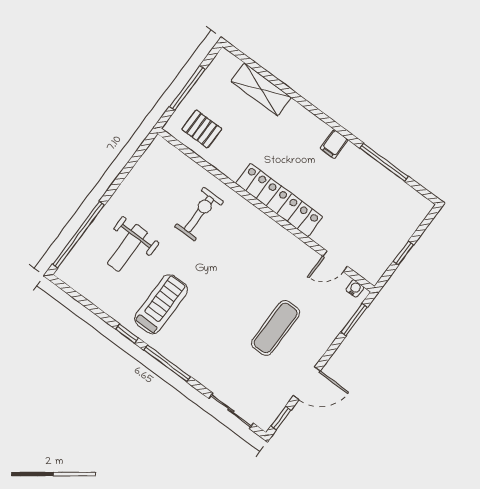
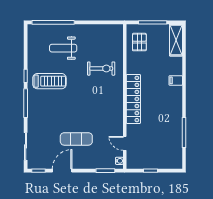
shelving: (261, 89) -> (176, 40), moved
filing cabinet: (334, 144) -> (176, 80), moved
door: (307, 383) -> (62, 171), swing flipped

